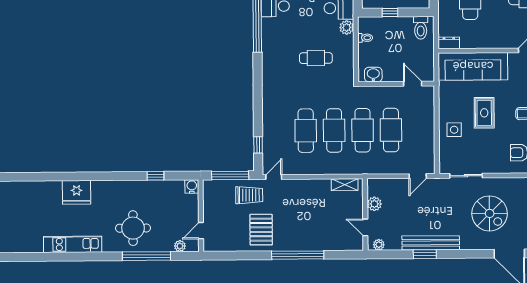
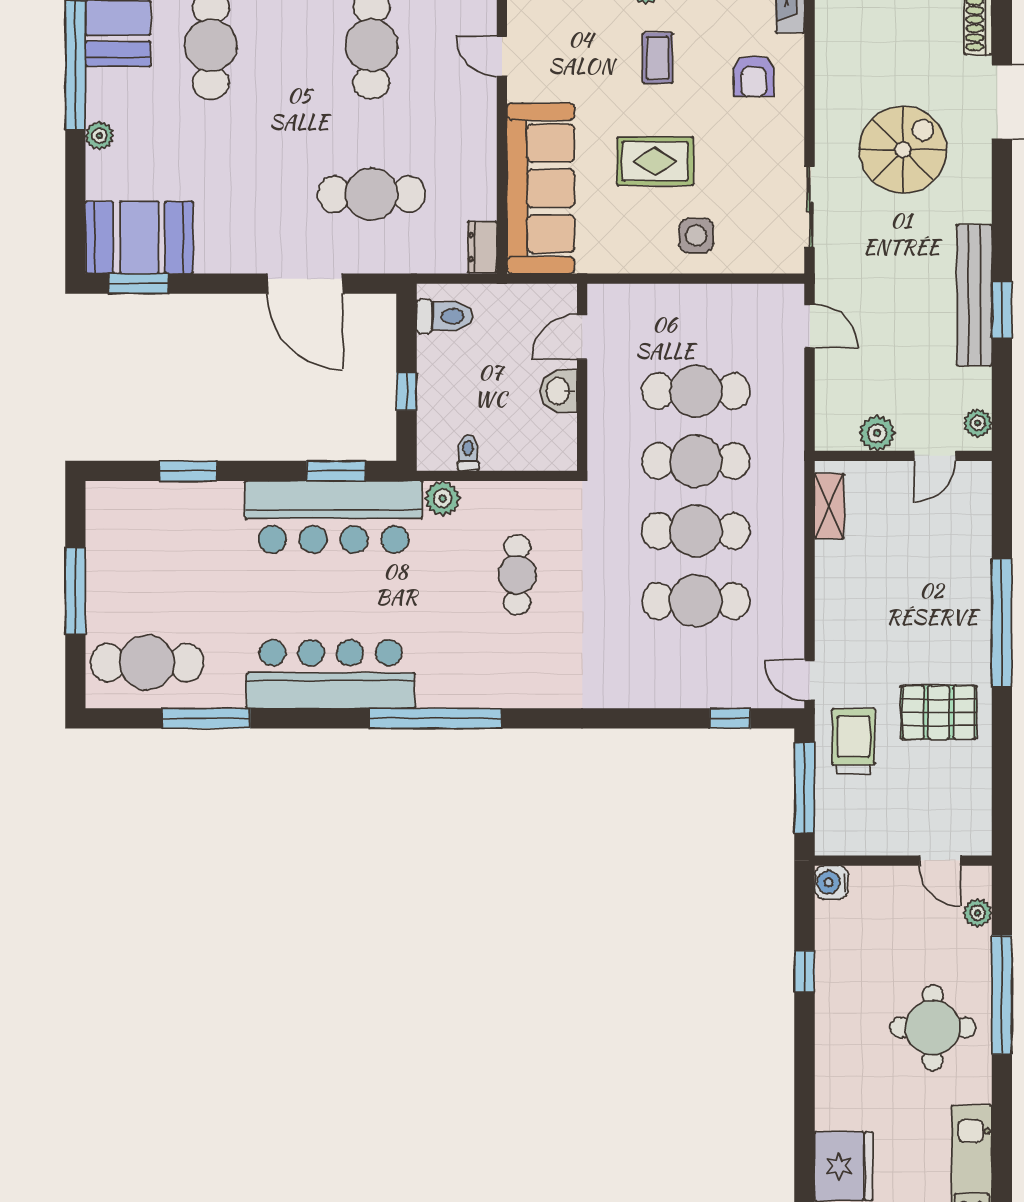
washbasin: (373, 75) -> (559, 391), moved

